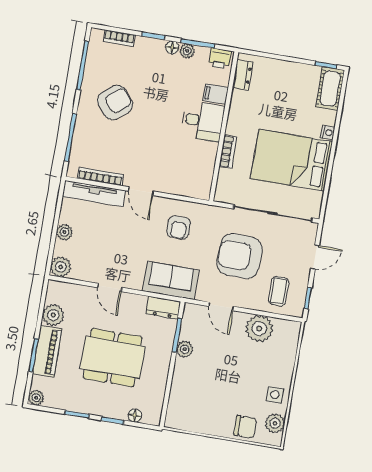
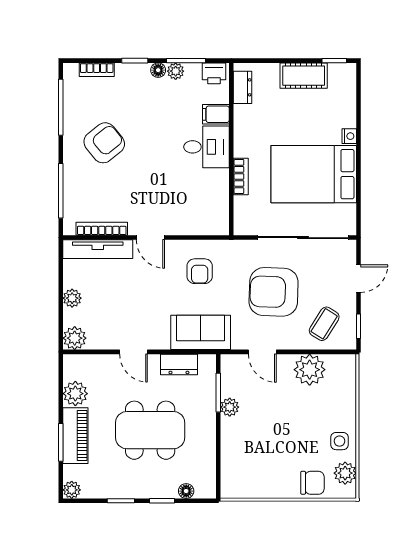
cot: (330, 89) -> (304, 76), moved, turned 90
coffee table: (279, 291) -> (324, 324), turned 32
dresser: (163, 308) -> (179, 364), moved

